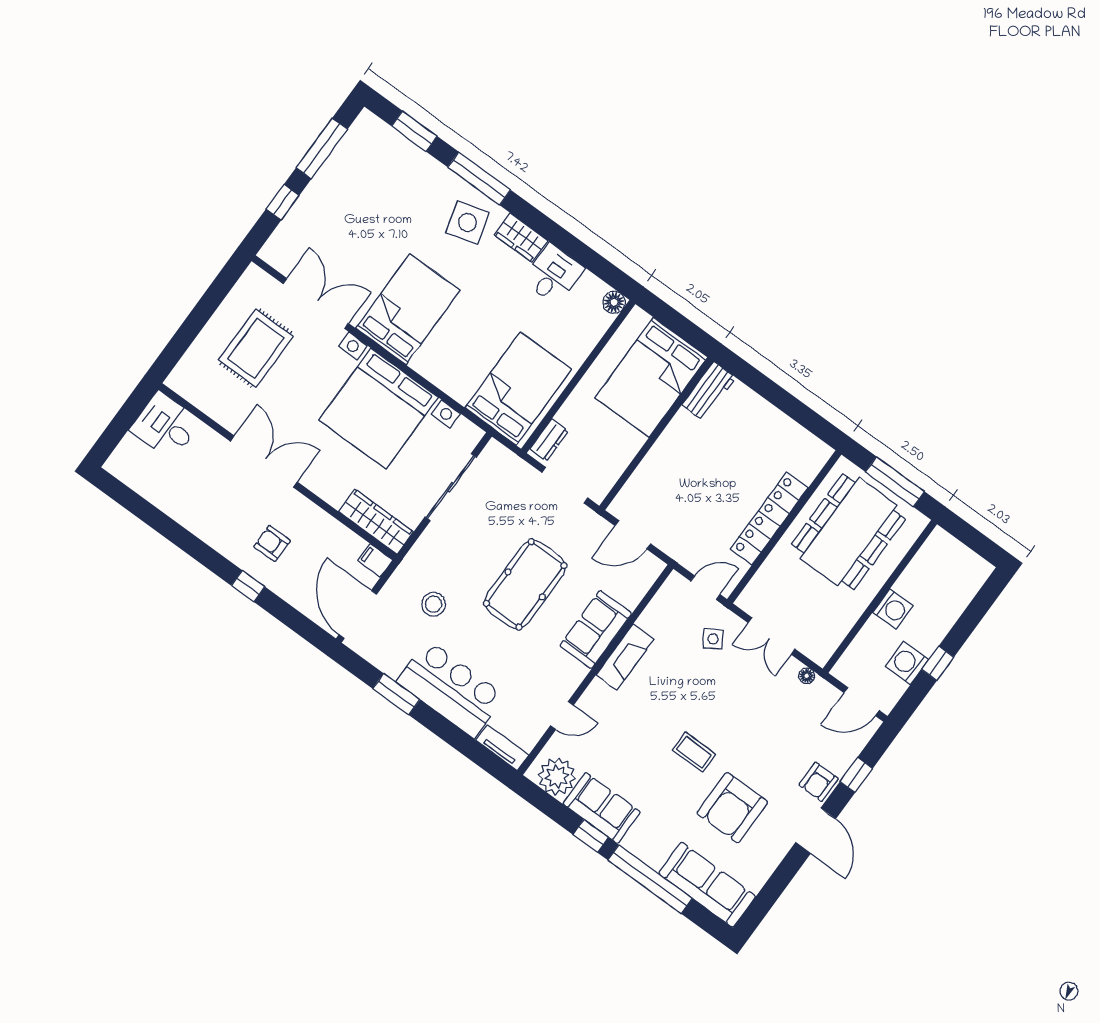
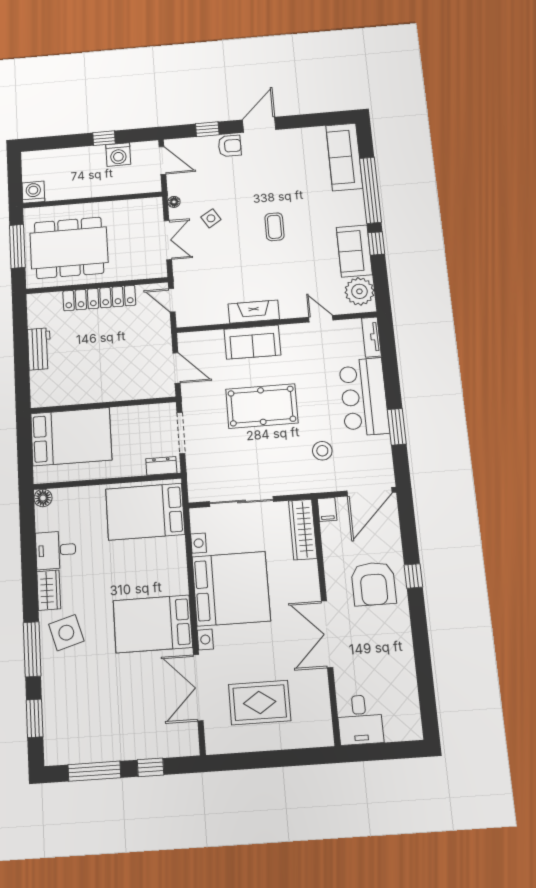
workbench: (709, 391) -> (39, 349), moved, turned 90
armchair: (272, 544) -> (374, 584), width x1.88, depth x1.88
washing machine: (893, 609) -> (33, 192), moved
side table: (713, 639) -> (211, 218), moved
armchair: (732, 808) -> (287, 180), removed

